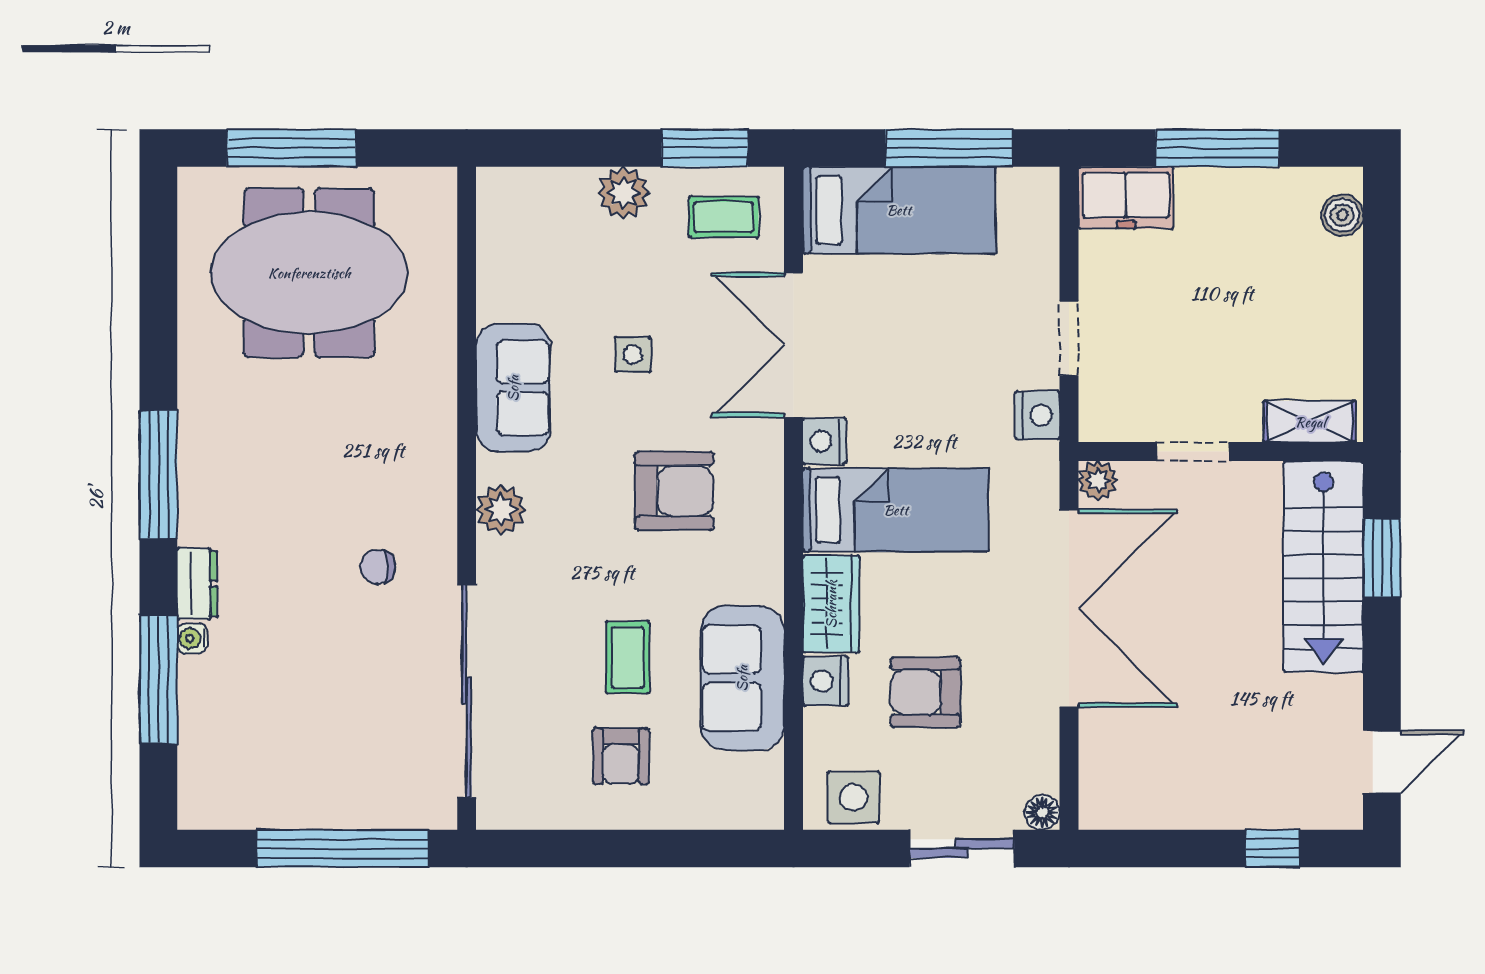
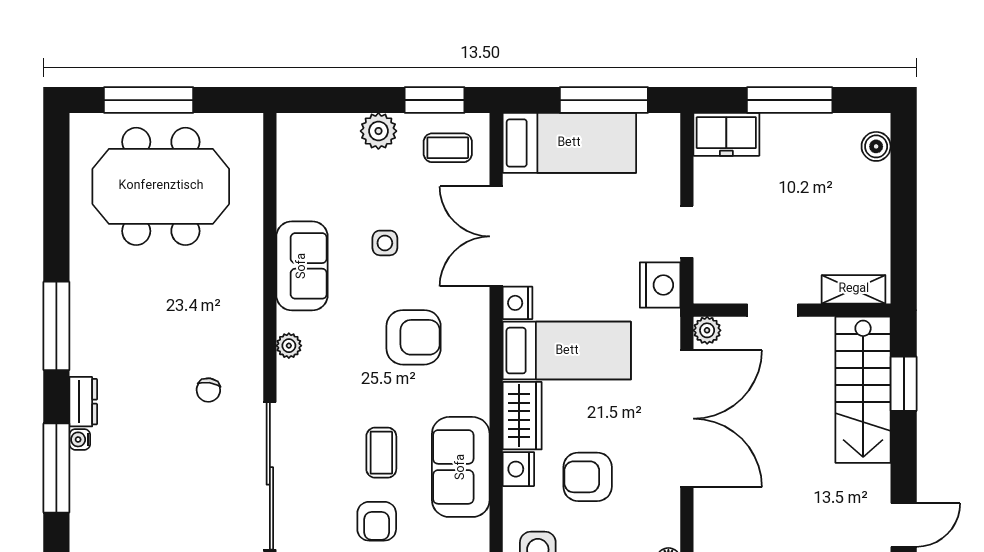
nightstand: (1038, 415) -> (660, 285), width x1.36, depth x1.33
plant: (501, 510) -> (289, 346), width x0.73, depth x0.73
chair: (378, 567) -> (208, 390), turned -82

